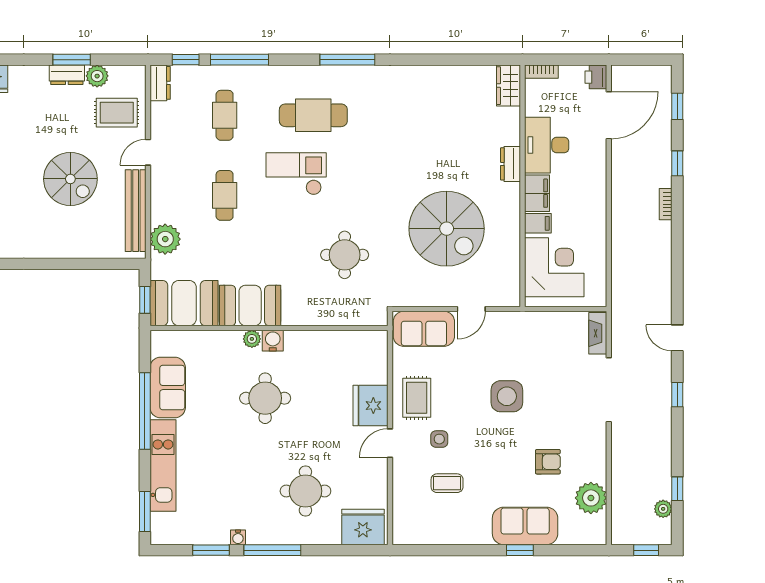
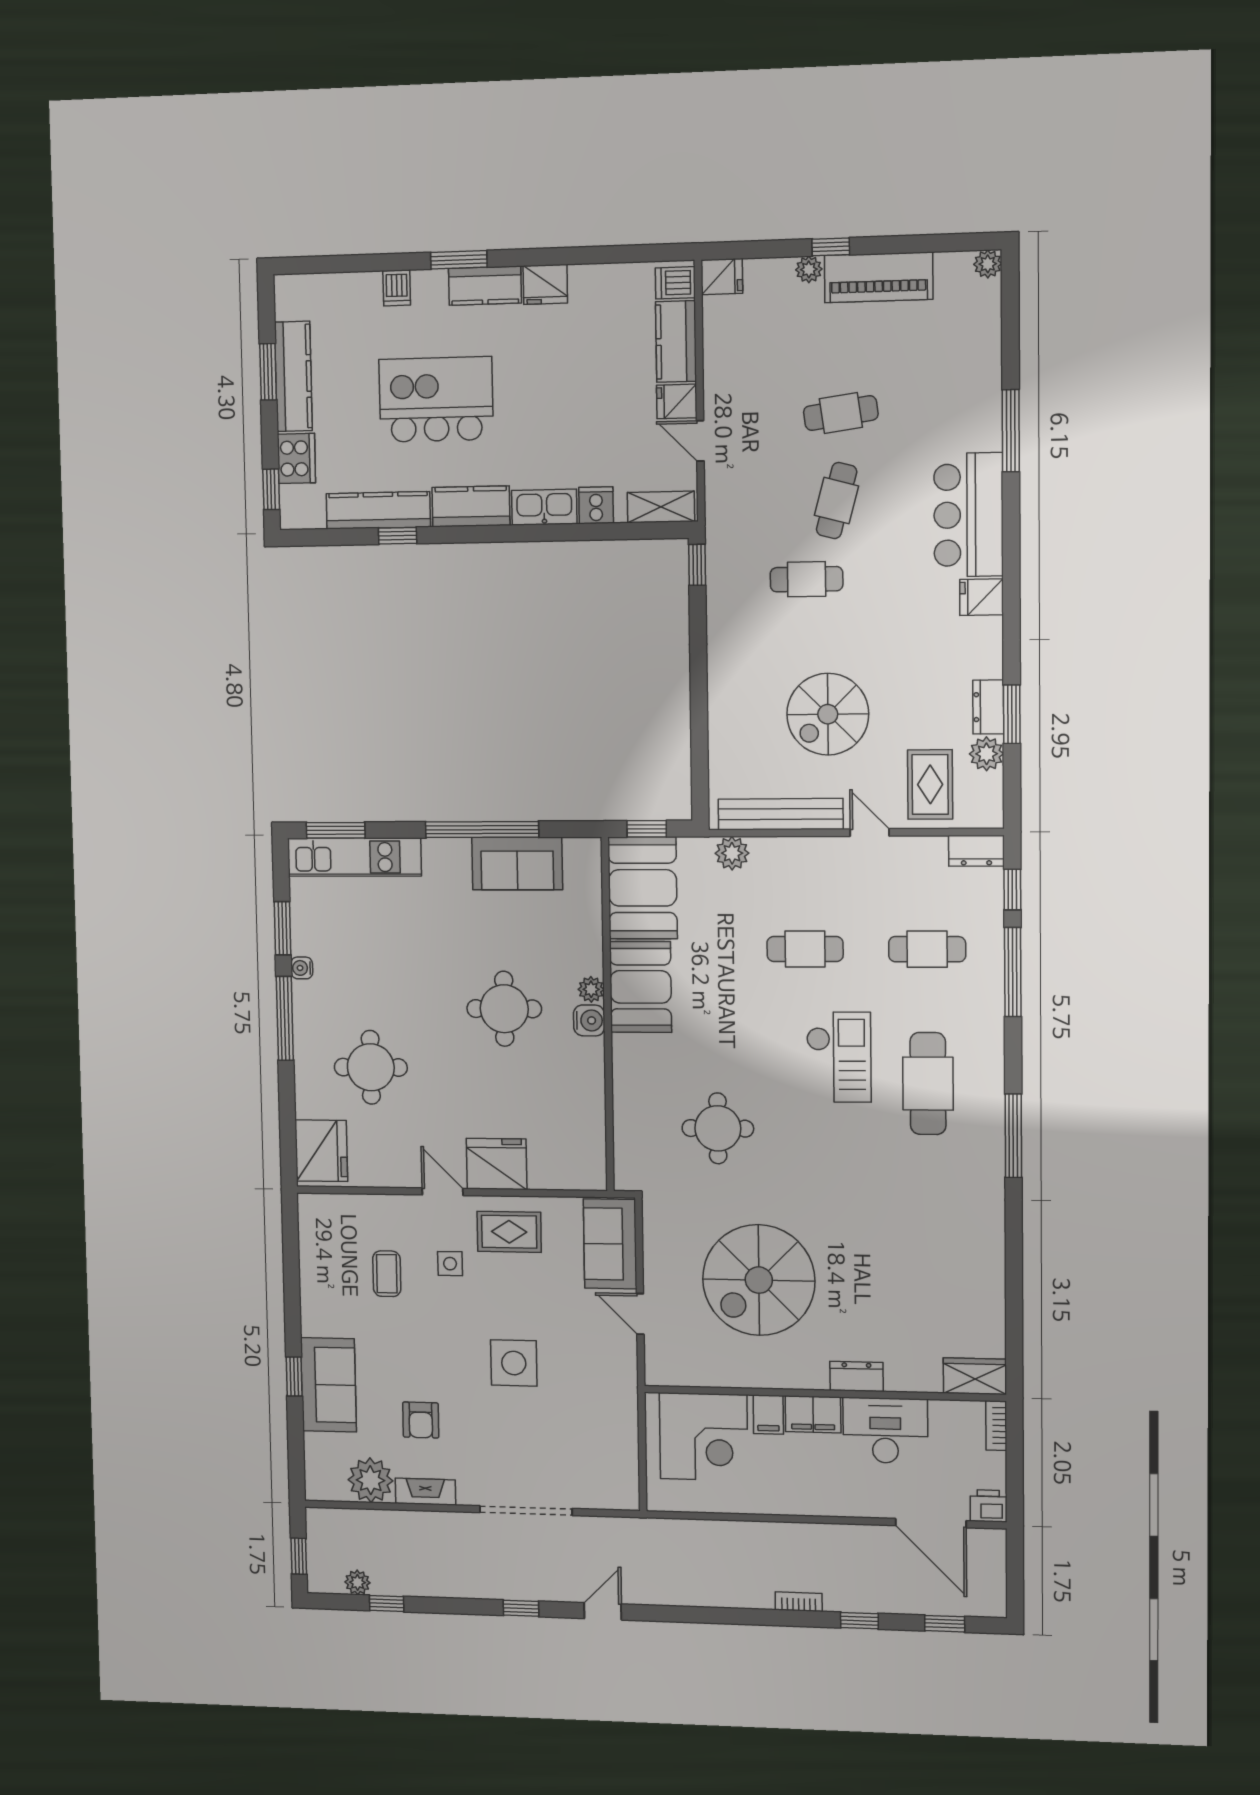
plant: (165, 239) -> (732, 853), width x0.73, depth x0.73
fireplace: (598, 333) -> (425, 1492), moved
kitchen unit: (163, 466) -> (354, 857), moved

